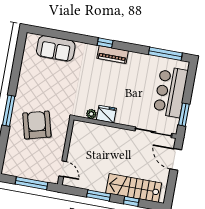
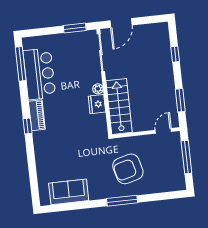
sofa: (56, 48) -> (69, 192), moved, turned -90
bar counter: (171, 92) -> (39, 74), moved, turned -90
plant: (91, 114) -> (98, 89), moved
stairs: (134, 188) -> (119, 107), moved, turned 180
window: (99, 195) -> (180, 100), moved

